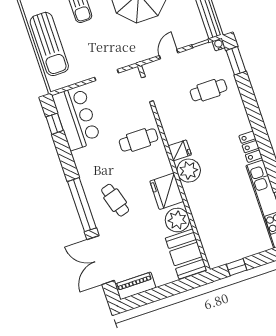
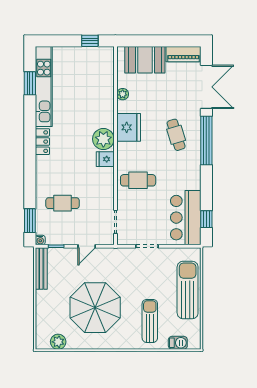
plant: (177, 220) -> (123, 94), width x0.53, depth x0.53
booth: (186, 254) -> (145, 60), moved, turned 90

